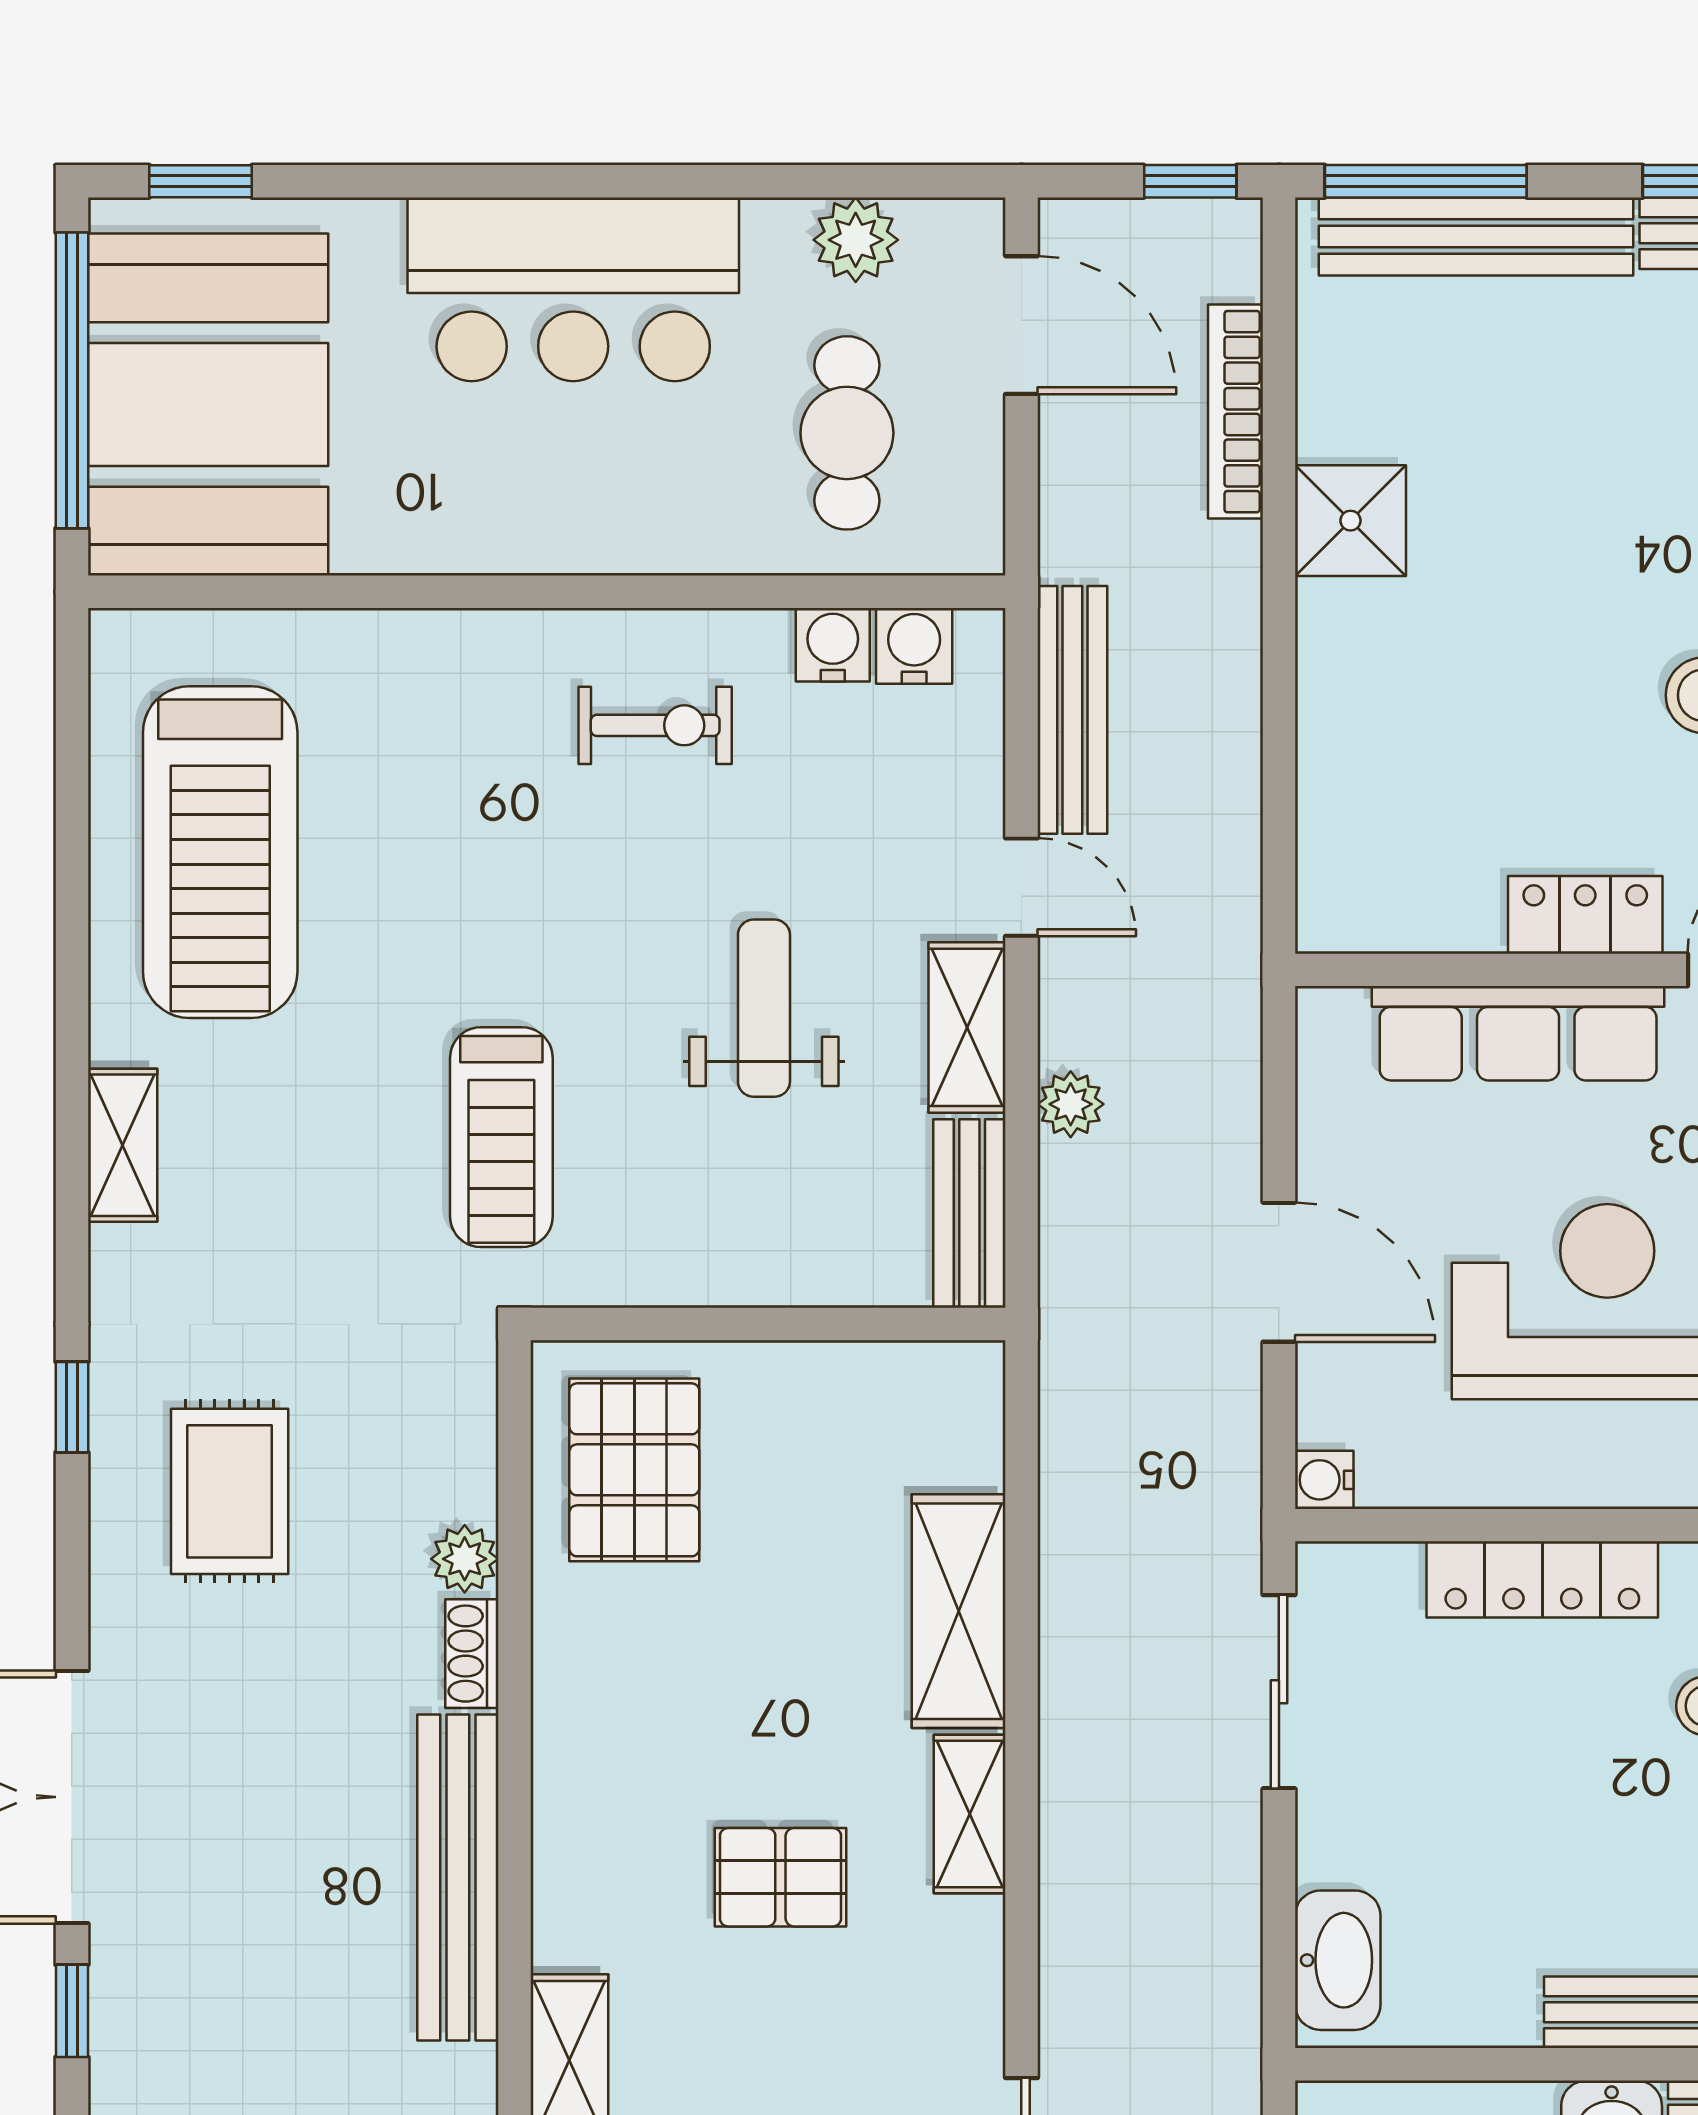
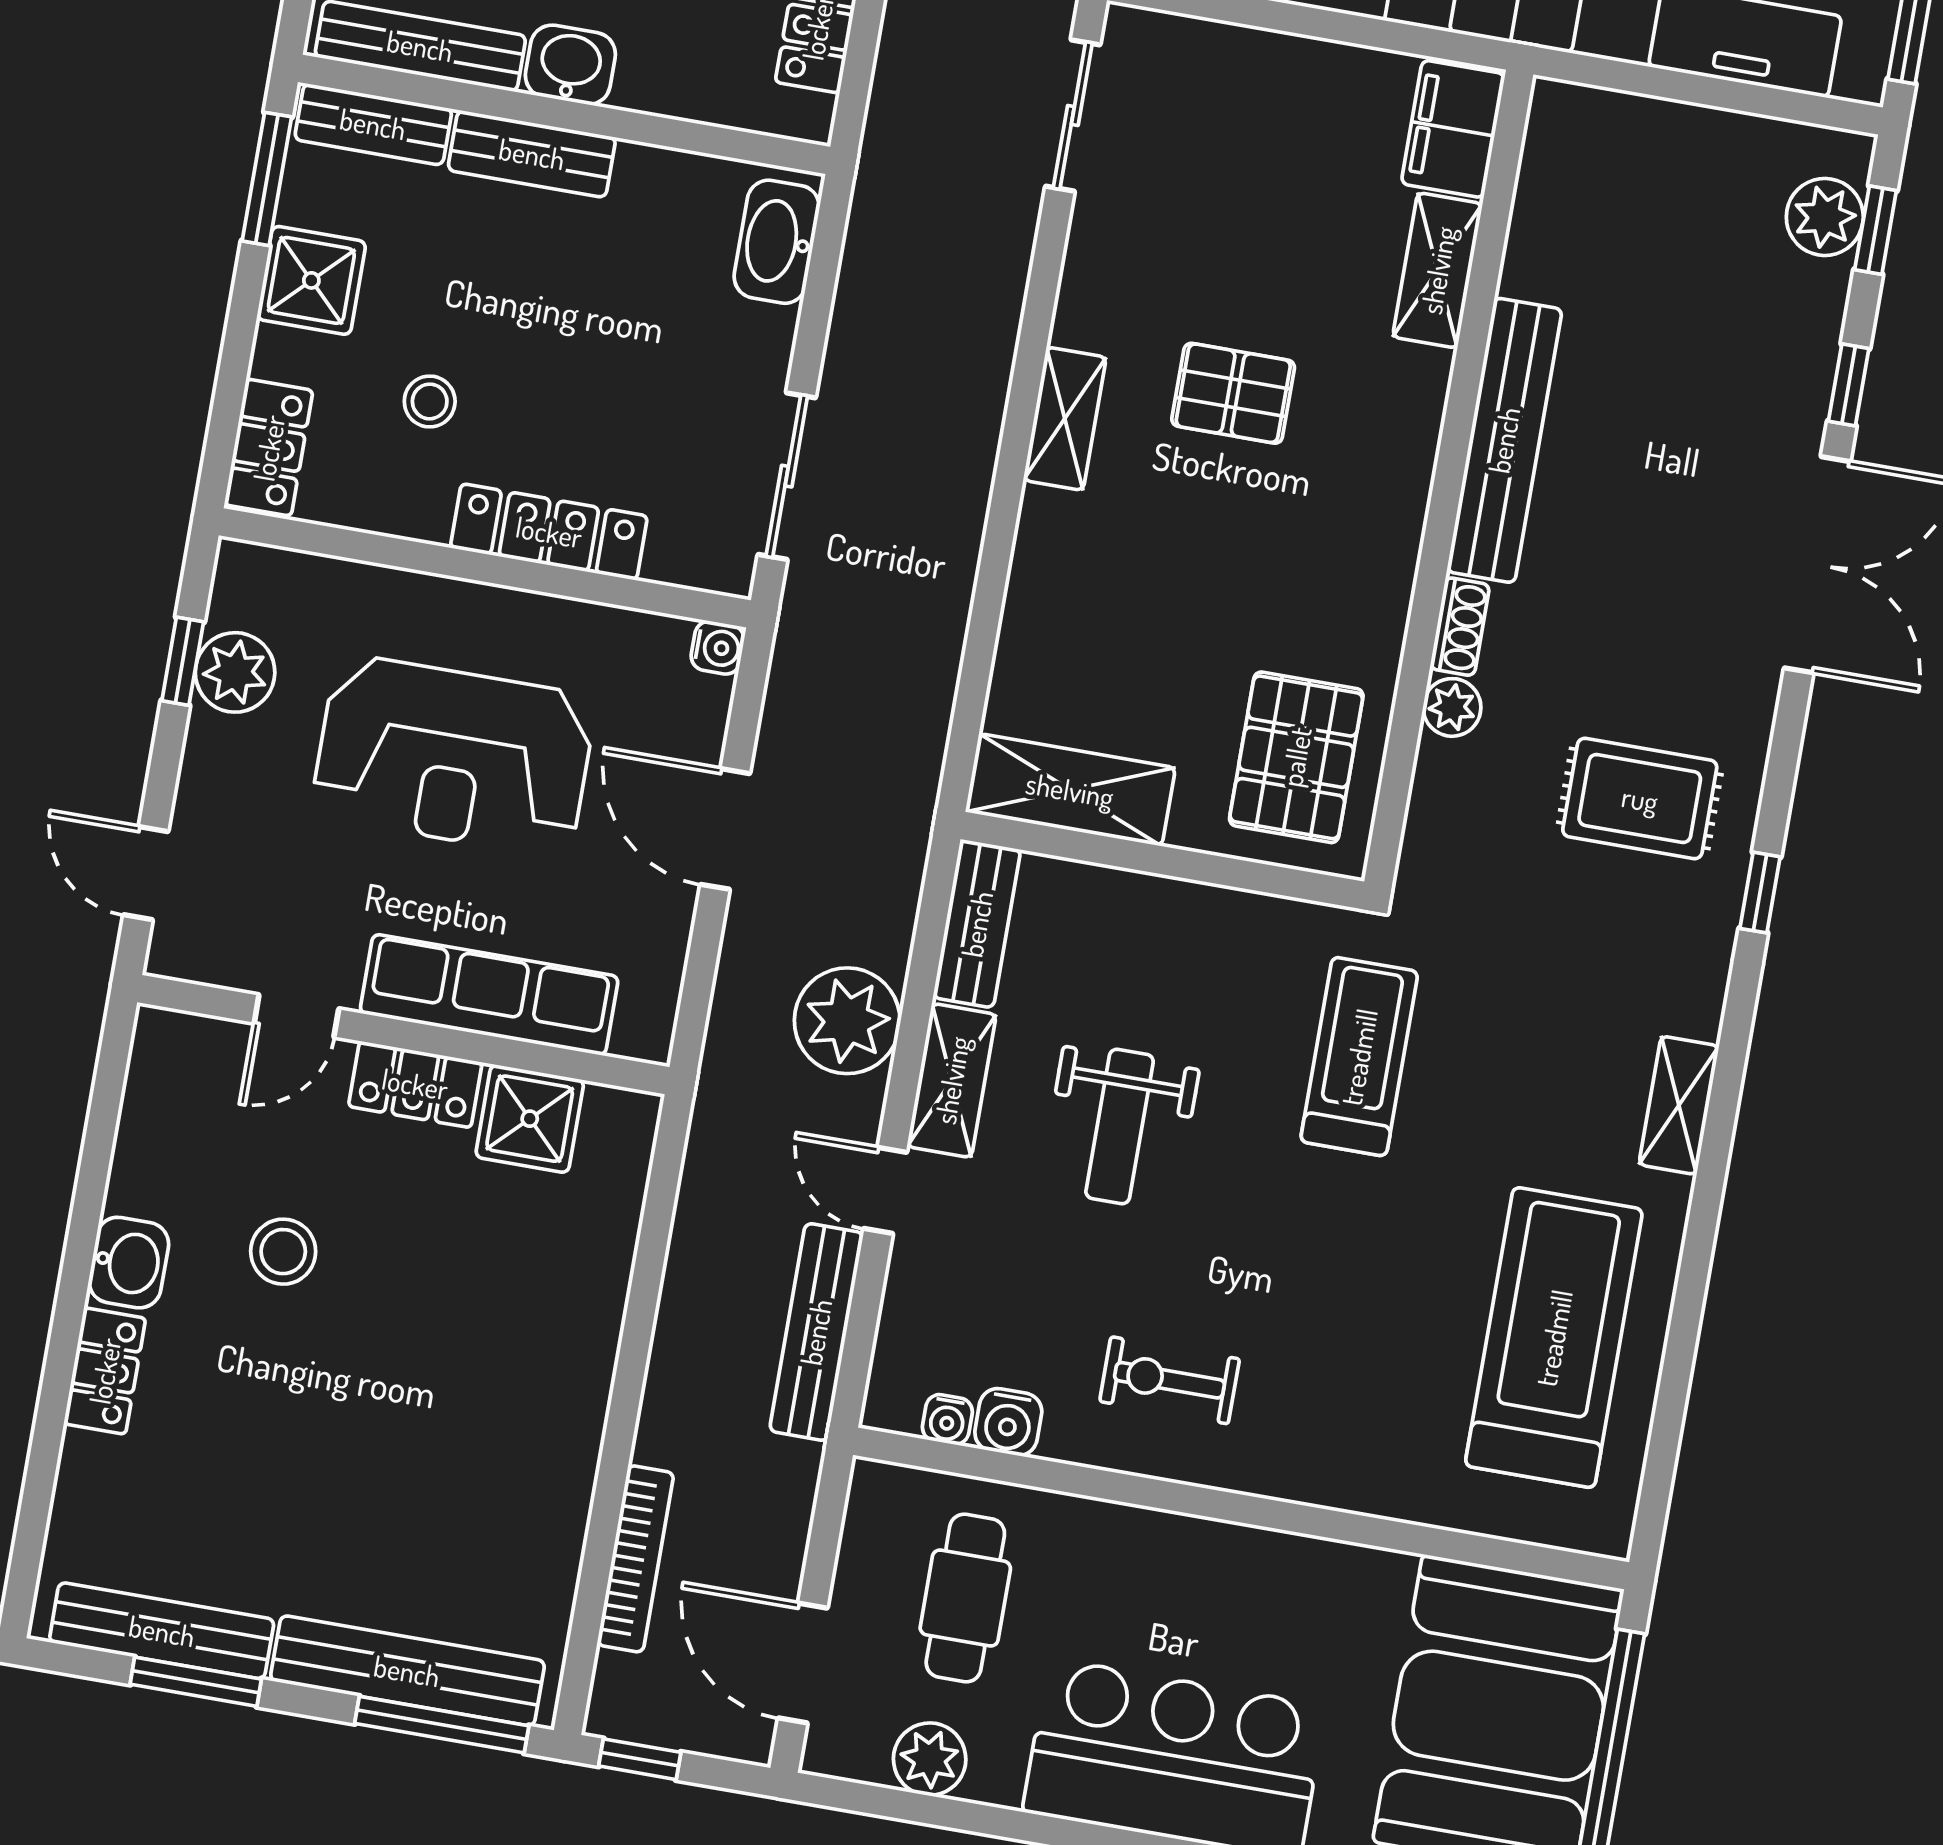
shower: (1350, 521) -> (530, 1119), moved
water cooler: (914, 646) -> (947, 1420), width x0.72, depth x0.72
plant: (1071, 1104) -> (847, 1021), width x1.88, depth x1.88
rug: (230, 1491) -> (1640, 799), turned 90
shelving: (959, 1611) -> (1070, 790), moved, turned 90

